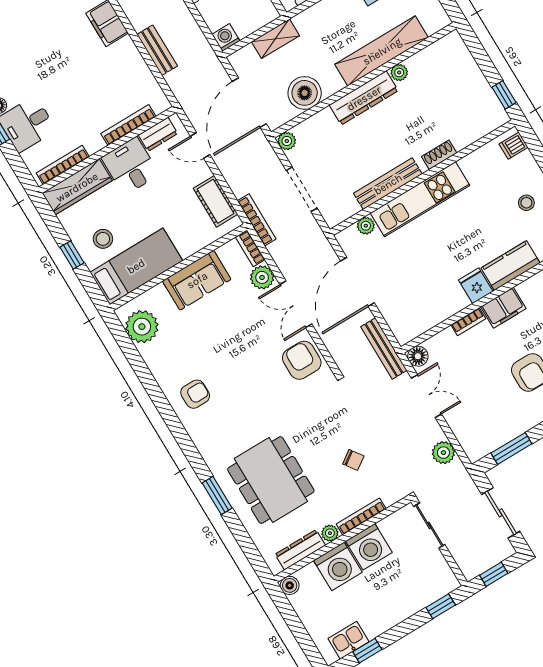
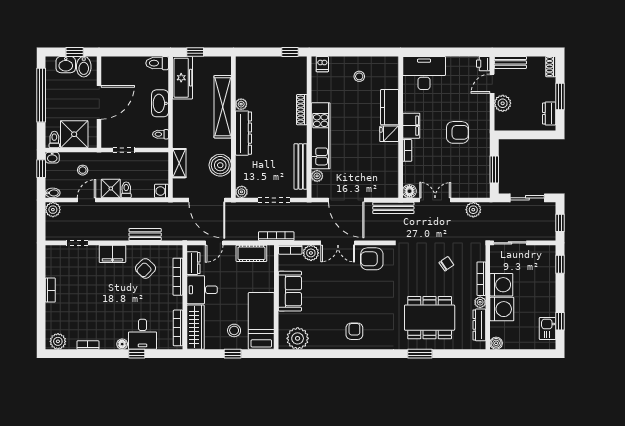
armchair: (114, 77) -> (145, 268), added
shoe rack: (439, 155) -> (302, 110), width x1.43
bench: (388, 184) -> (301, 166), moved

